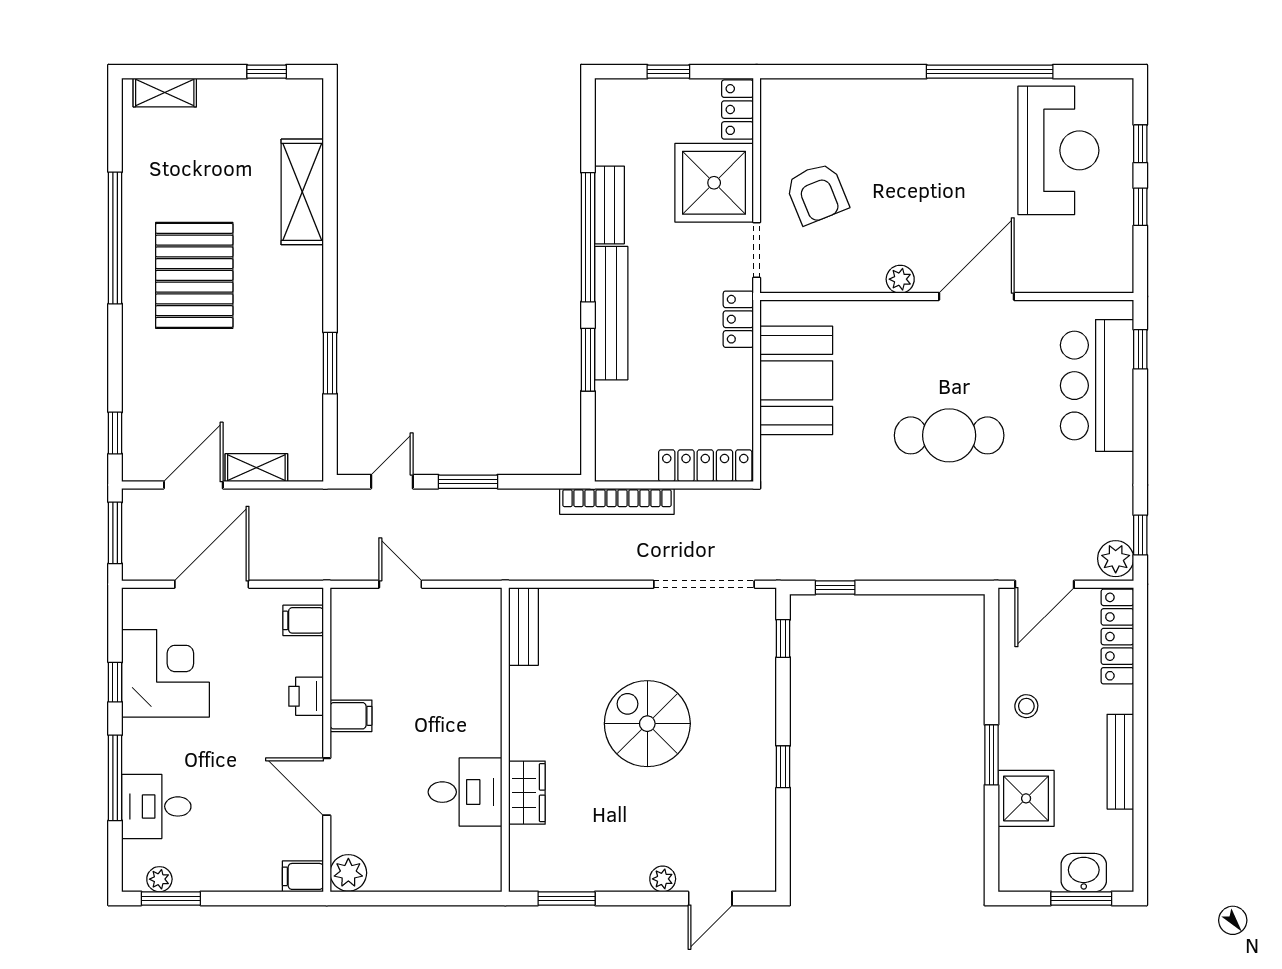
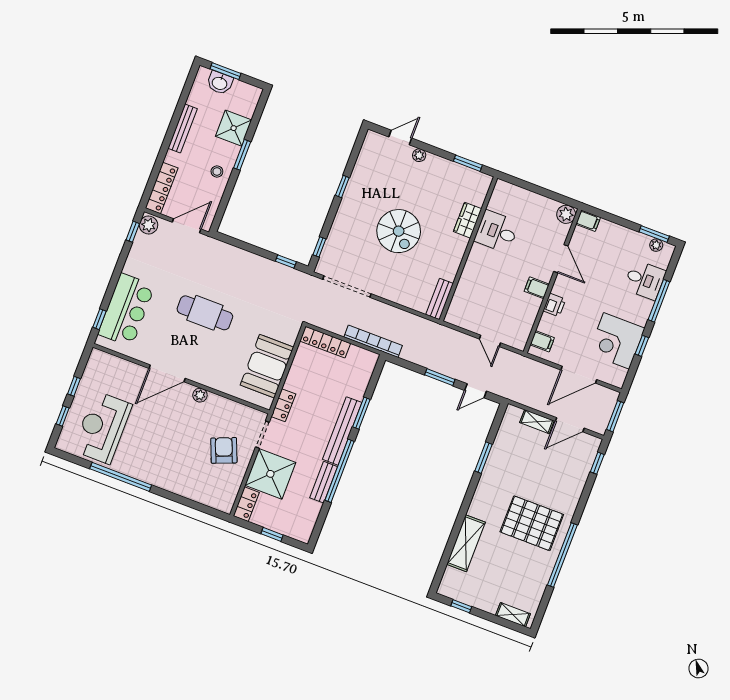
pallet: (194, 275) -> (532, 523), turned 90

